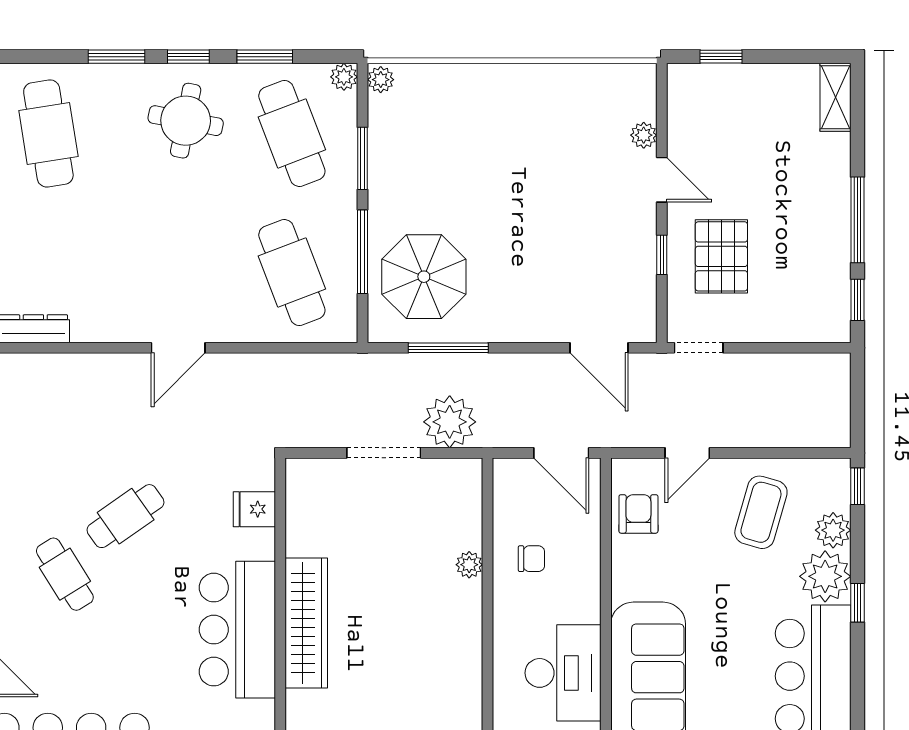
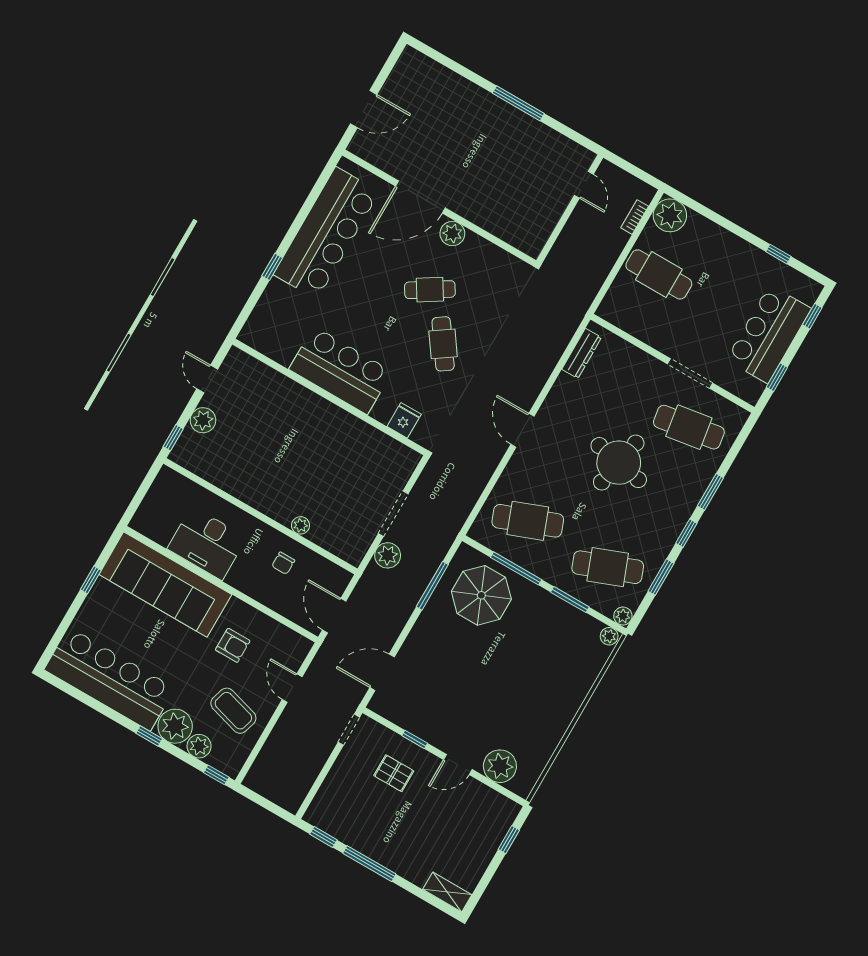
round table: (186, 121) -> (619, 463), moved, width x1.36, depth x1.36
plant: (644, 135) -> (500, 766), width x1.87, depth x1.87
pallet: (721, 256) -> (394, 773), width x0.67, depth x0.71
plant: (450, 422) -> (388, 555), width x0.73, depth x0.73
door: (561, 453) -> (334, 616), hinge flipped
armchair: (638, 514) -> (233, 645), moved
wardrobe: (306, 623) -> (321, 412), removed

